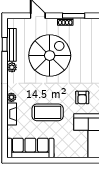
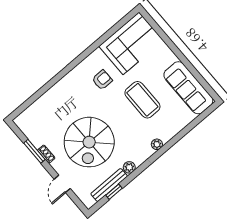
spiral stairs: (50, 56) -> (89, 142), turned -90
fireplace: (12, 114) -> (172, 131), removed

